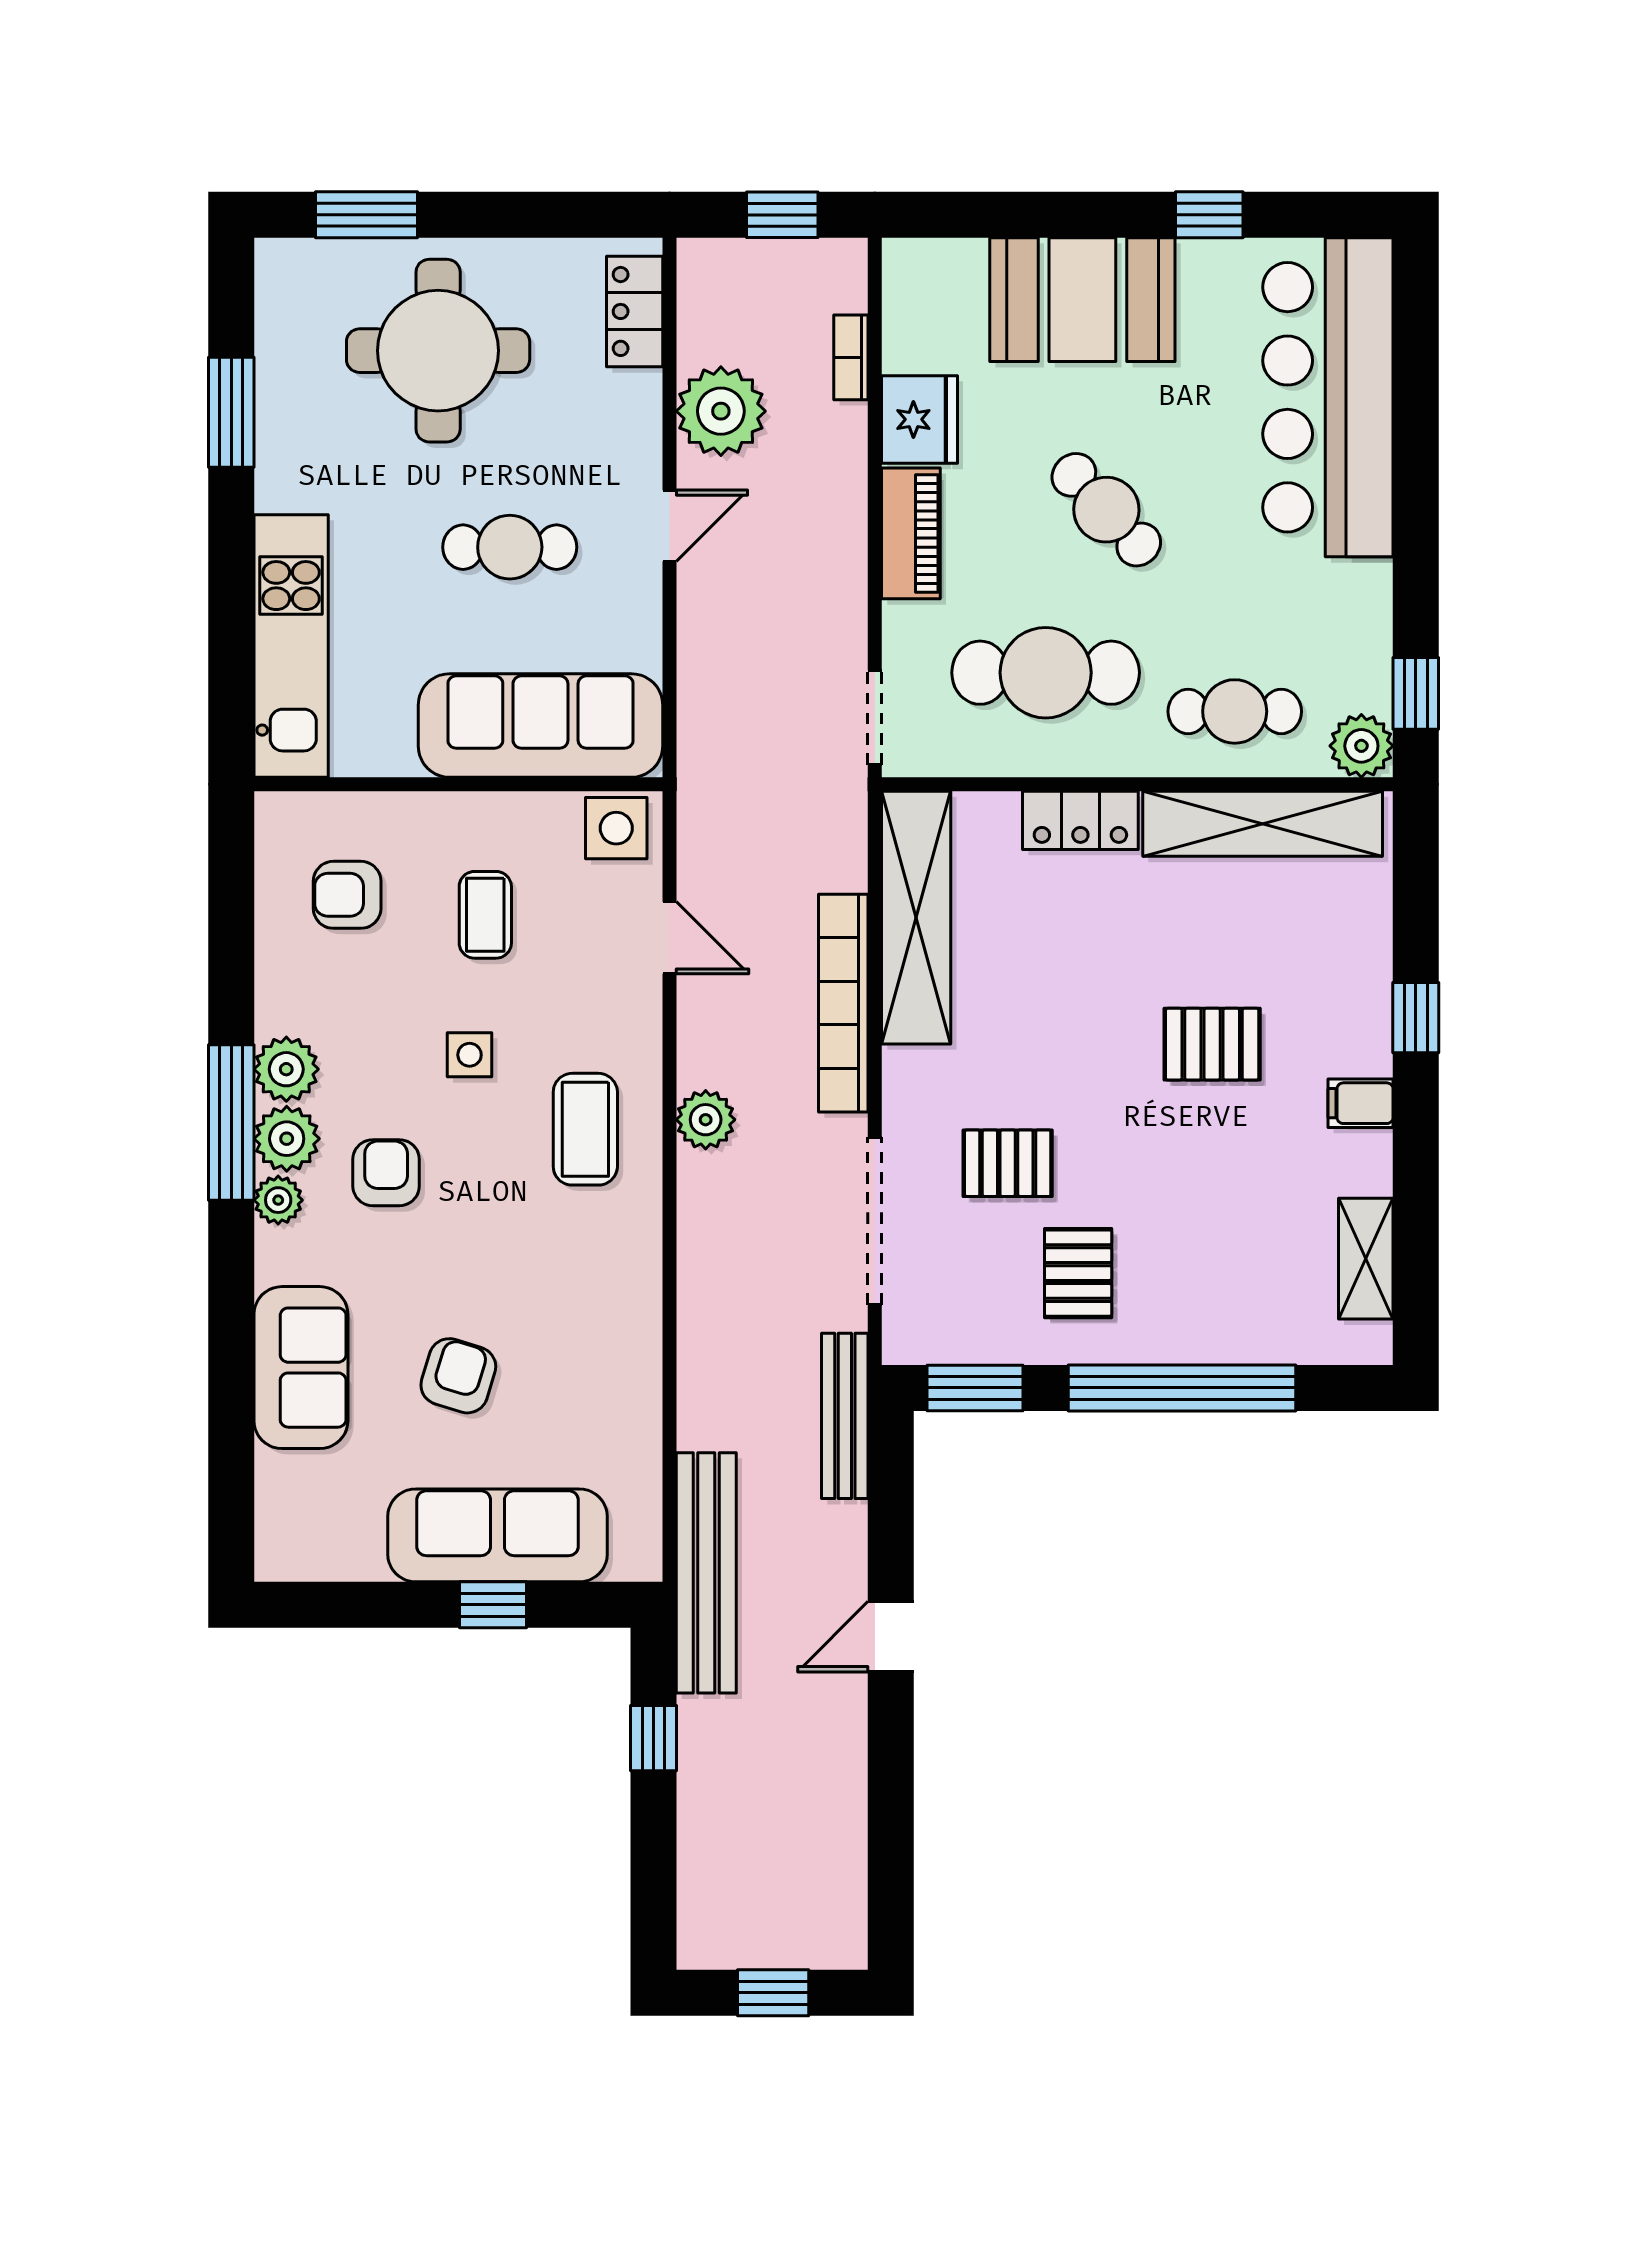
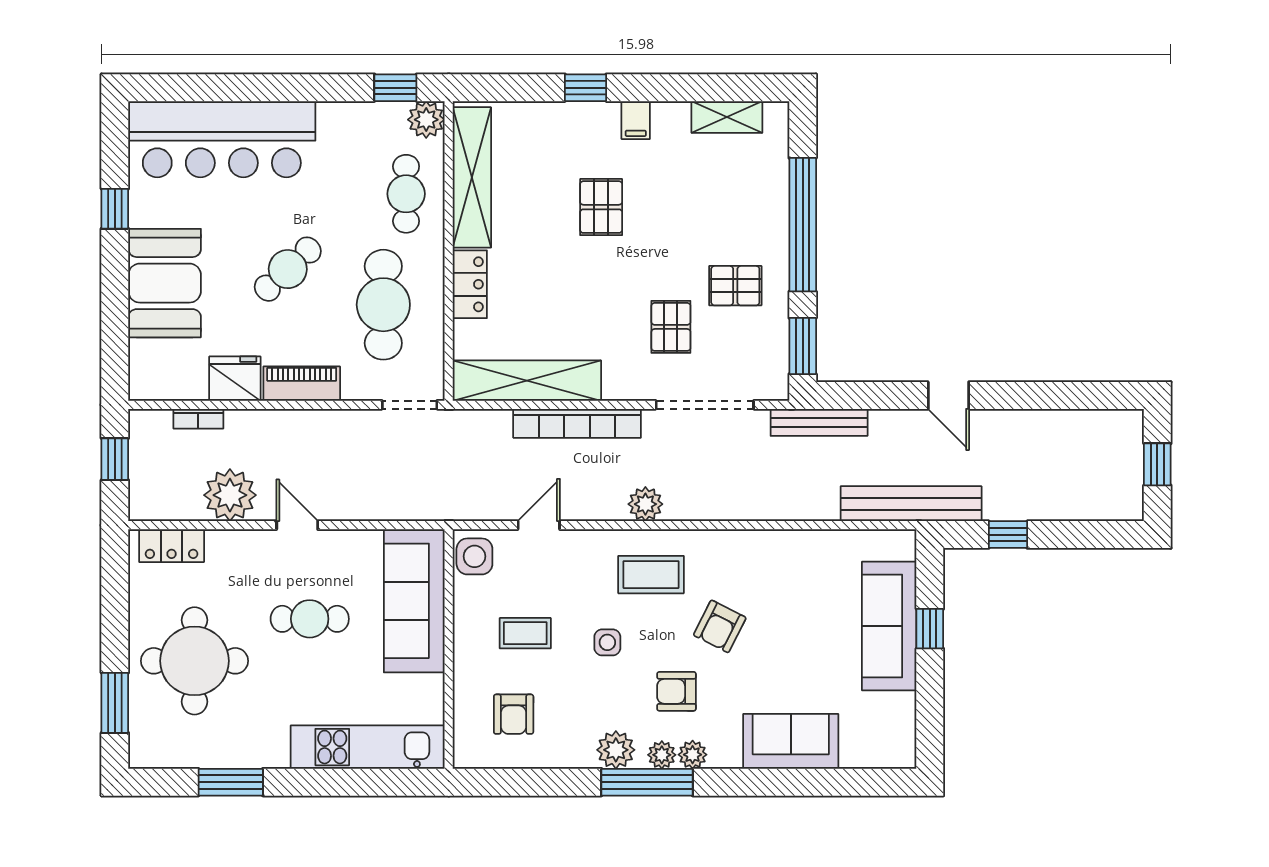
cafe table: (510, 547) -> (310, 619), turned 90
plant: (287, 1139) -> (662, 755), width x0.73, depth x0.73
armchair: (458, 1376) -> (720, 626), moved, turned -80

